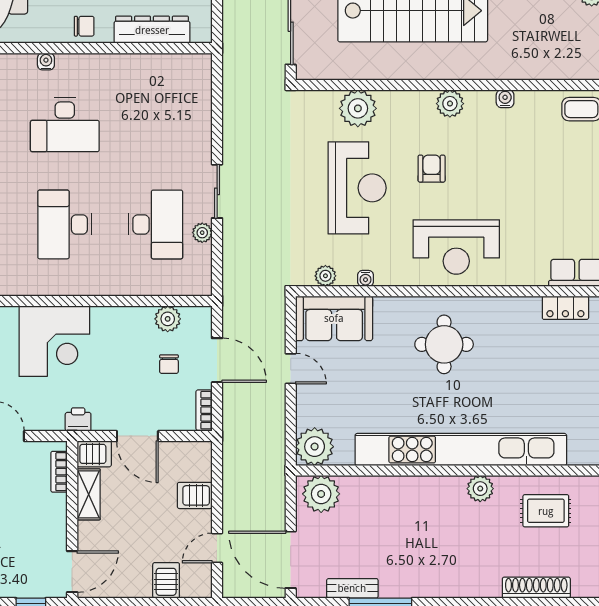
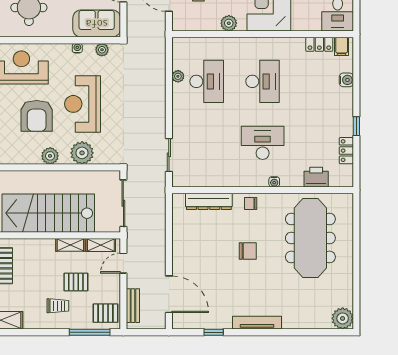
plant: (450, 104) -> (50, 156), moved
armchair: (432, 169) -> (37, 116), width x1.88, depth x1.88
sliding door: (217, 191) -> (169, 155), moved
desk: (156, 224) -> (207, 81), turned 180
plant: (168, 319) -> (229, 23), moved

